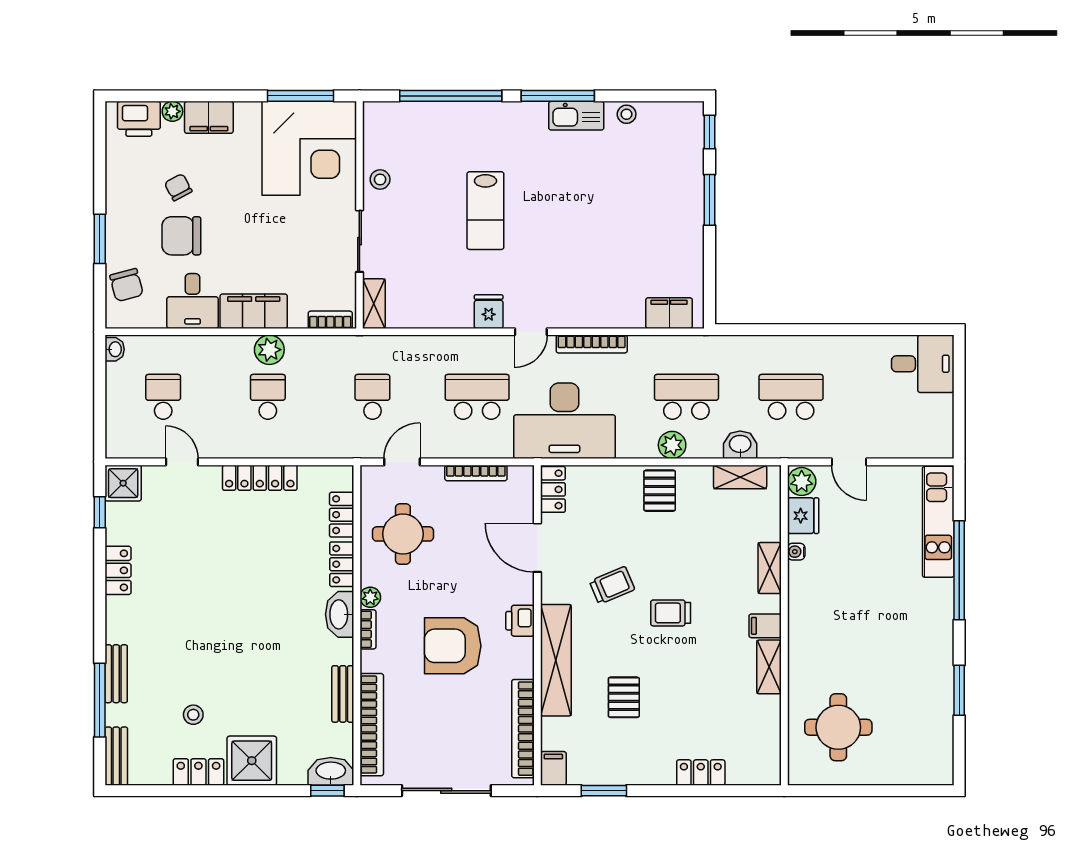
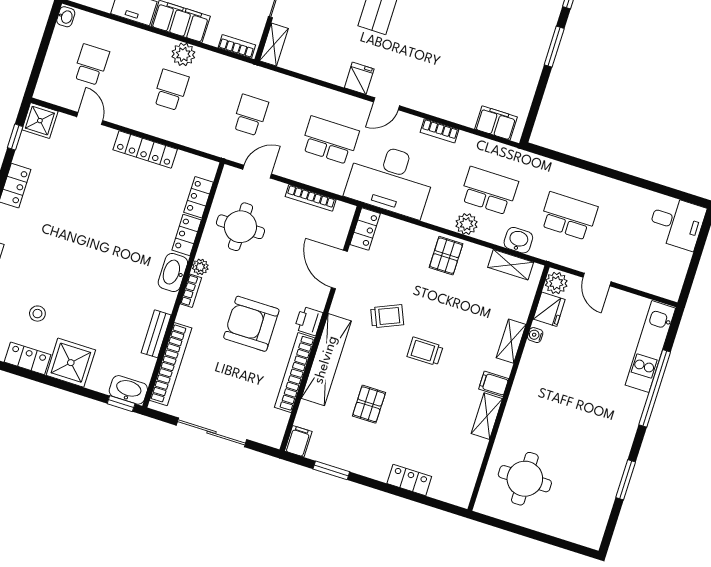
bookcase: (592, 344) -> (439, 131), width x0.64
bookcase: (523, 729) -> (295, 373), moved

